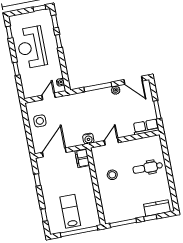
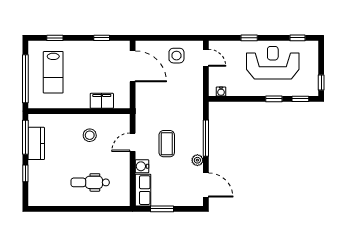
door: (133, 80) -> (206, 185), swing flipped
door: (49, 96) -> (206, 58), moved
coffee table: (108, 116) -> (167, 144), added
water cooler: (88, 139) -> (142, 166), moved
door: (111, 142) -> (133, 142), swing flipped
filing cabinet: (82, 158) -> (102, 101), moved
dental chair: (148, 168) -> (90, 182), turned -90
kitchen counter: (157, 208) -> (36, 143), moved
lab bench: (70, 211) -> (53, 72), turned 90

